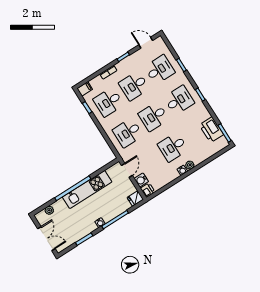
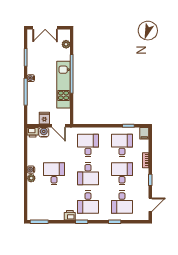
desk: (153, 116) -> (88, 174), turned 180
printer: (211, 130) -> (70, 215), moved, width x0.53, depth x0.68
fridge: (135, 198) -> (44, 118), moved

